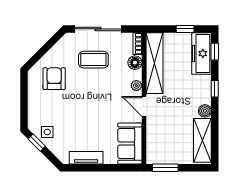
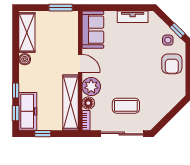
armchair: (54, 79) -> (172, 64), moved
plant: (136, 86) -> (91, 87), width x1.88, depth x1.88
window: (215, 89) -> (16, 91), moved

